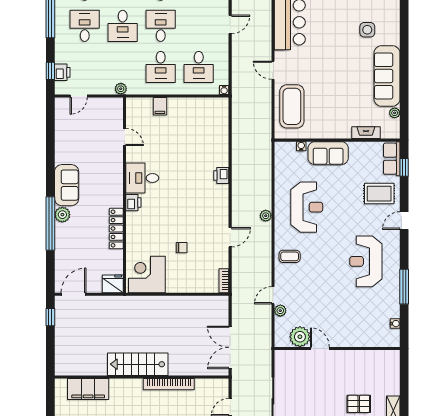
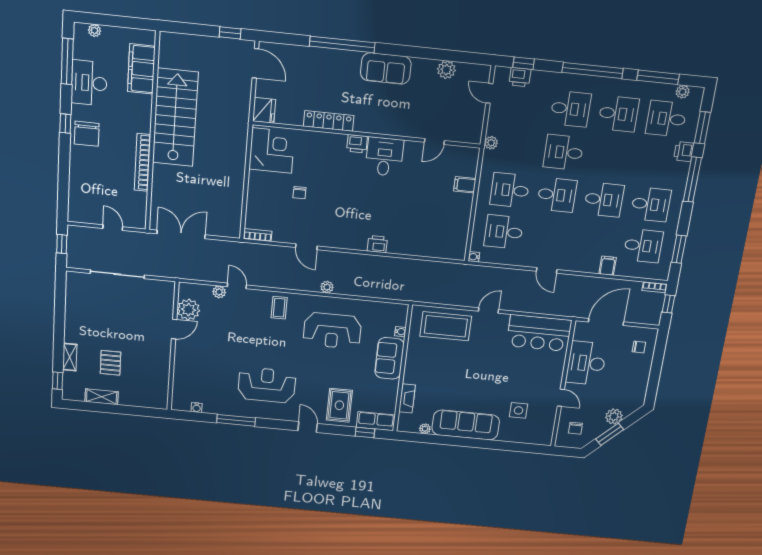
plant: (62, 215) -> (446, 70), moved
stairs: (138, 364) -> (175, 118), width x1.36, depth x1.51

